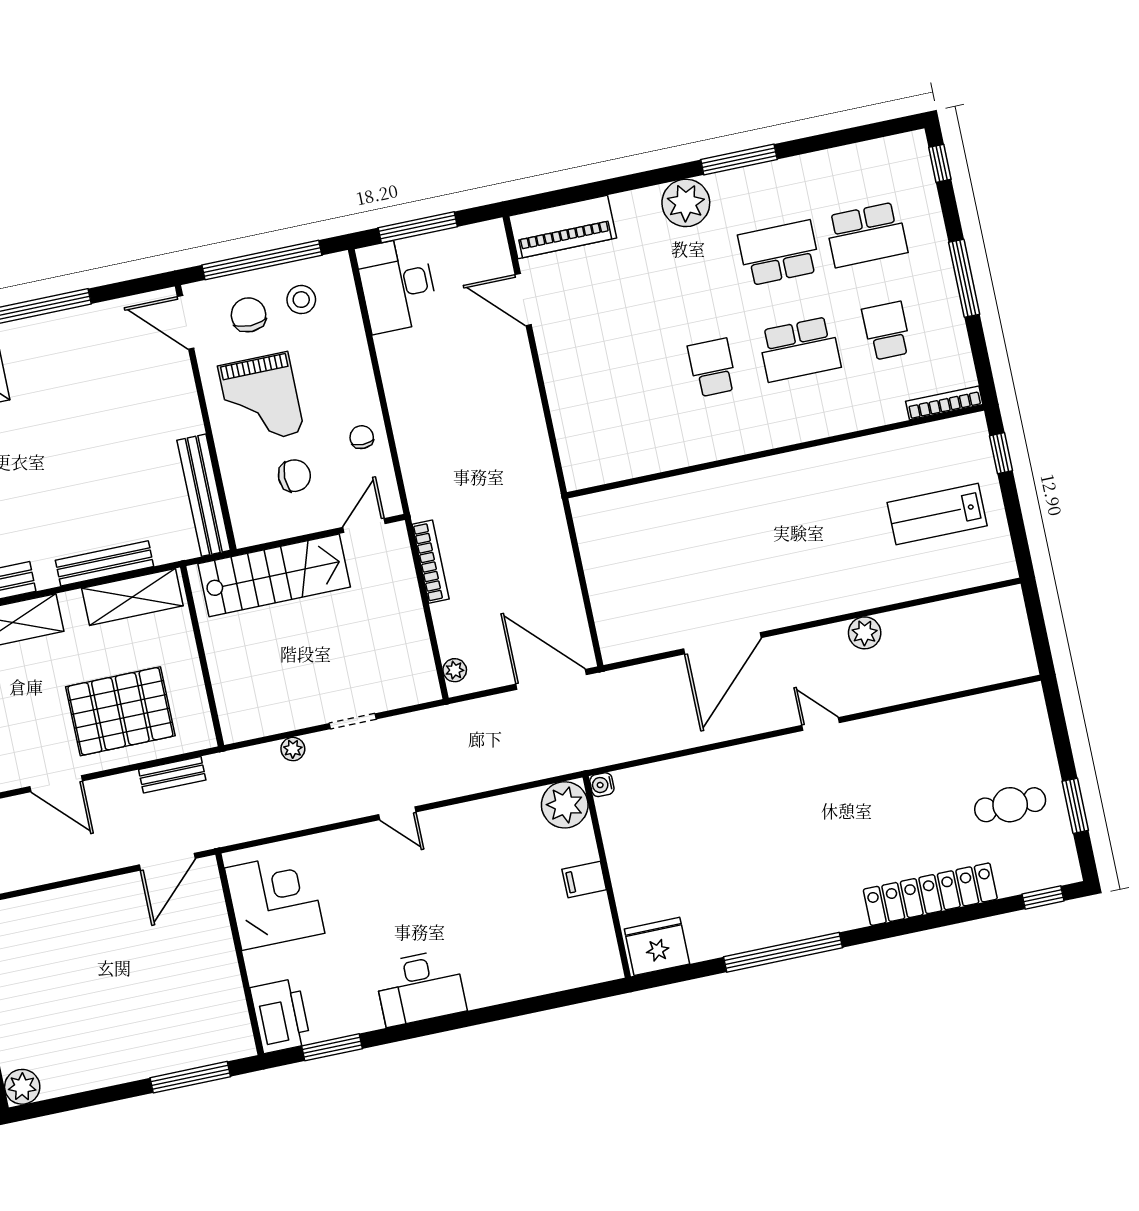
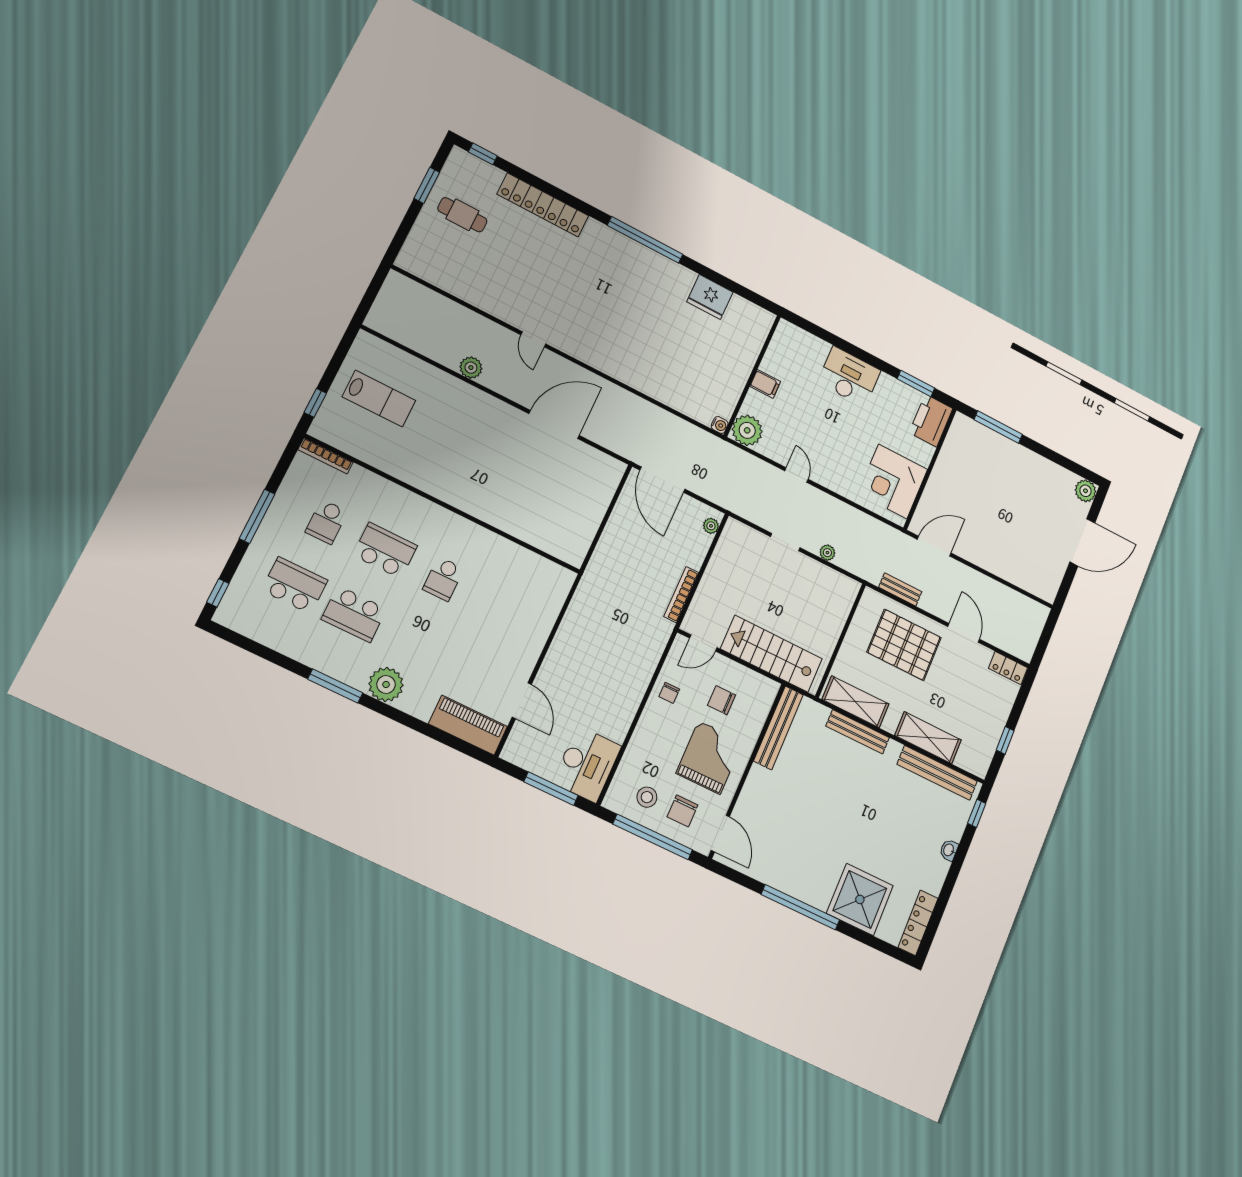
water cooler: (602, 785) -> (720, 425), moved
plant: (565, 805) -> (747, 430), moved
wall: (607, 877) -> (752, 376), moved
filing cabinet: (584, 879) -> (765, 384), moved

